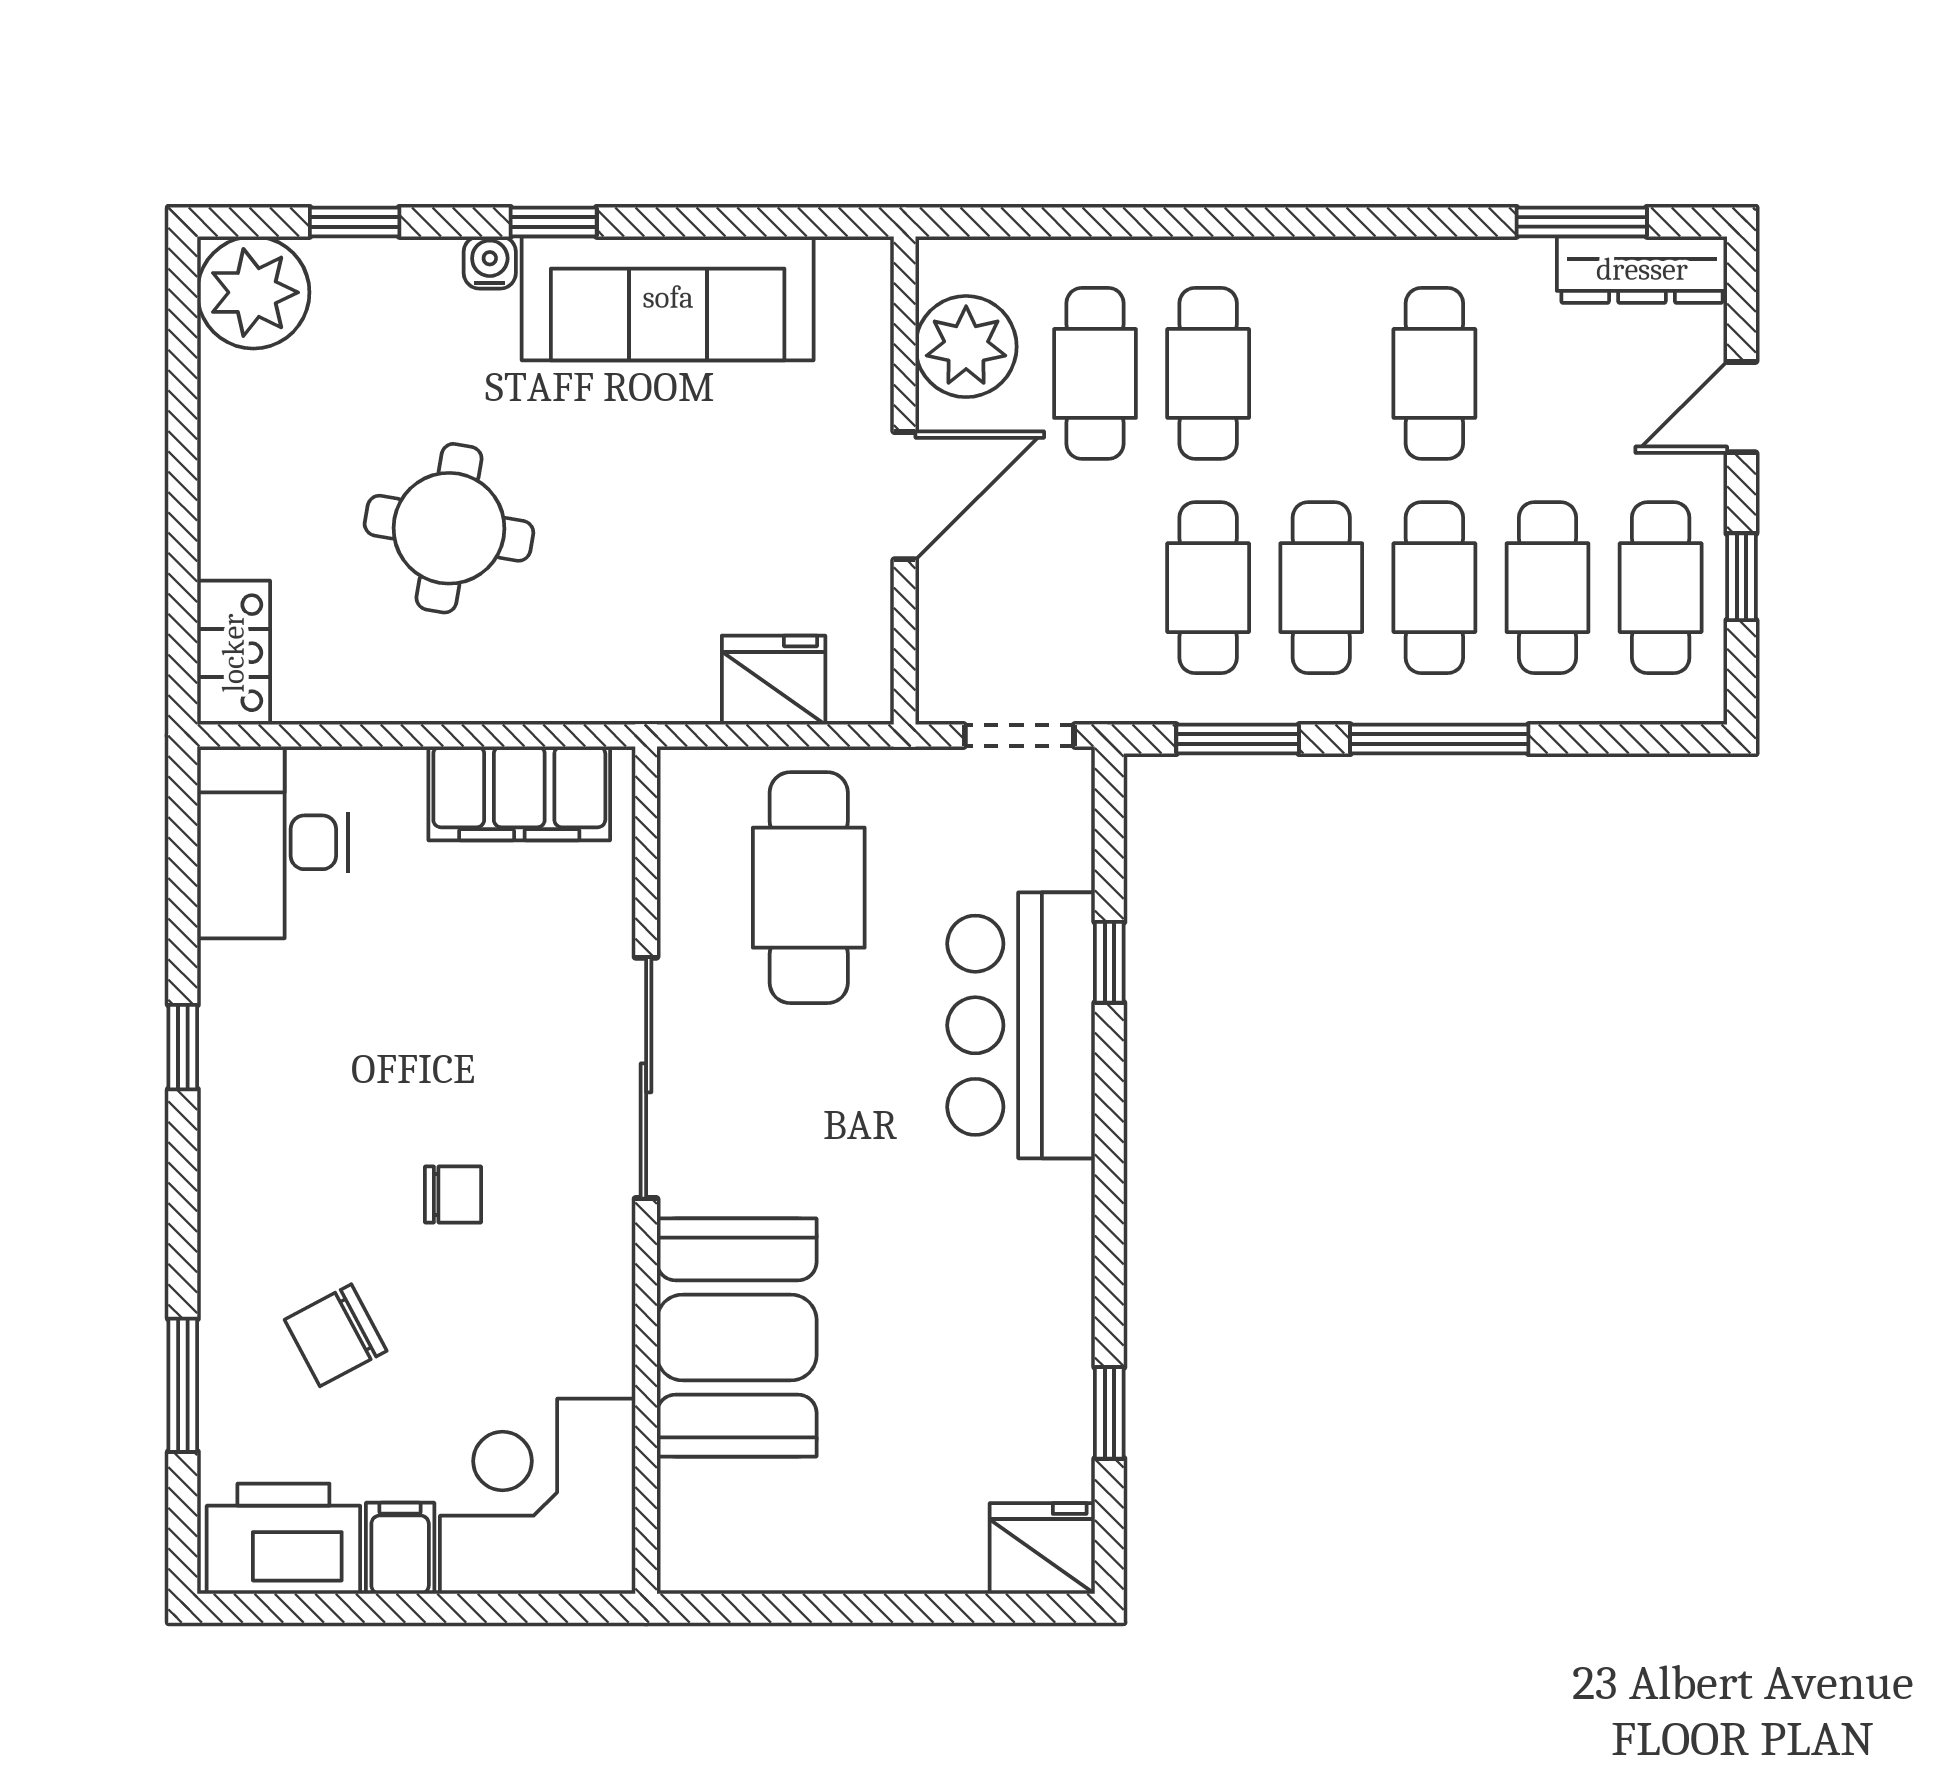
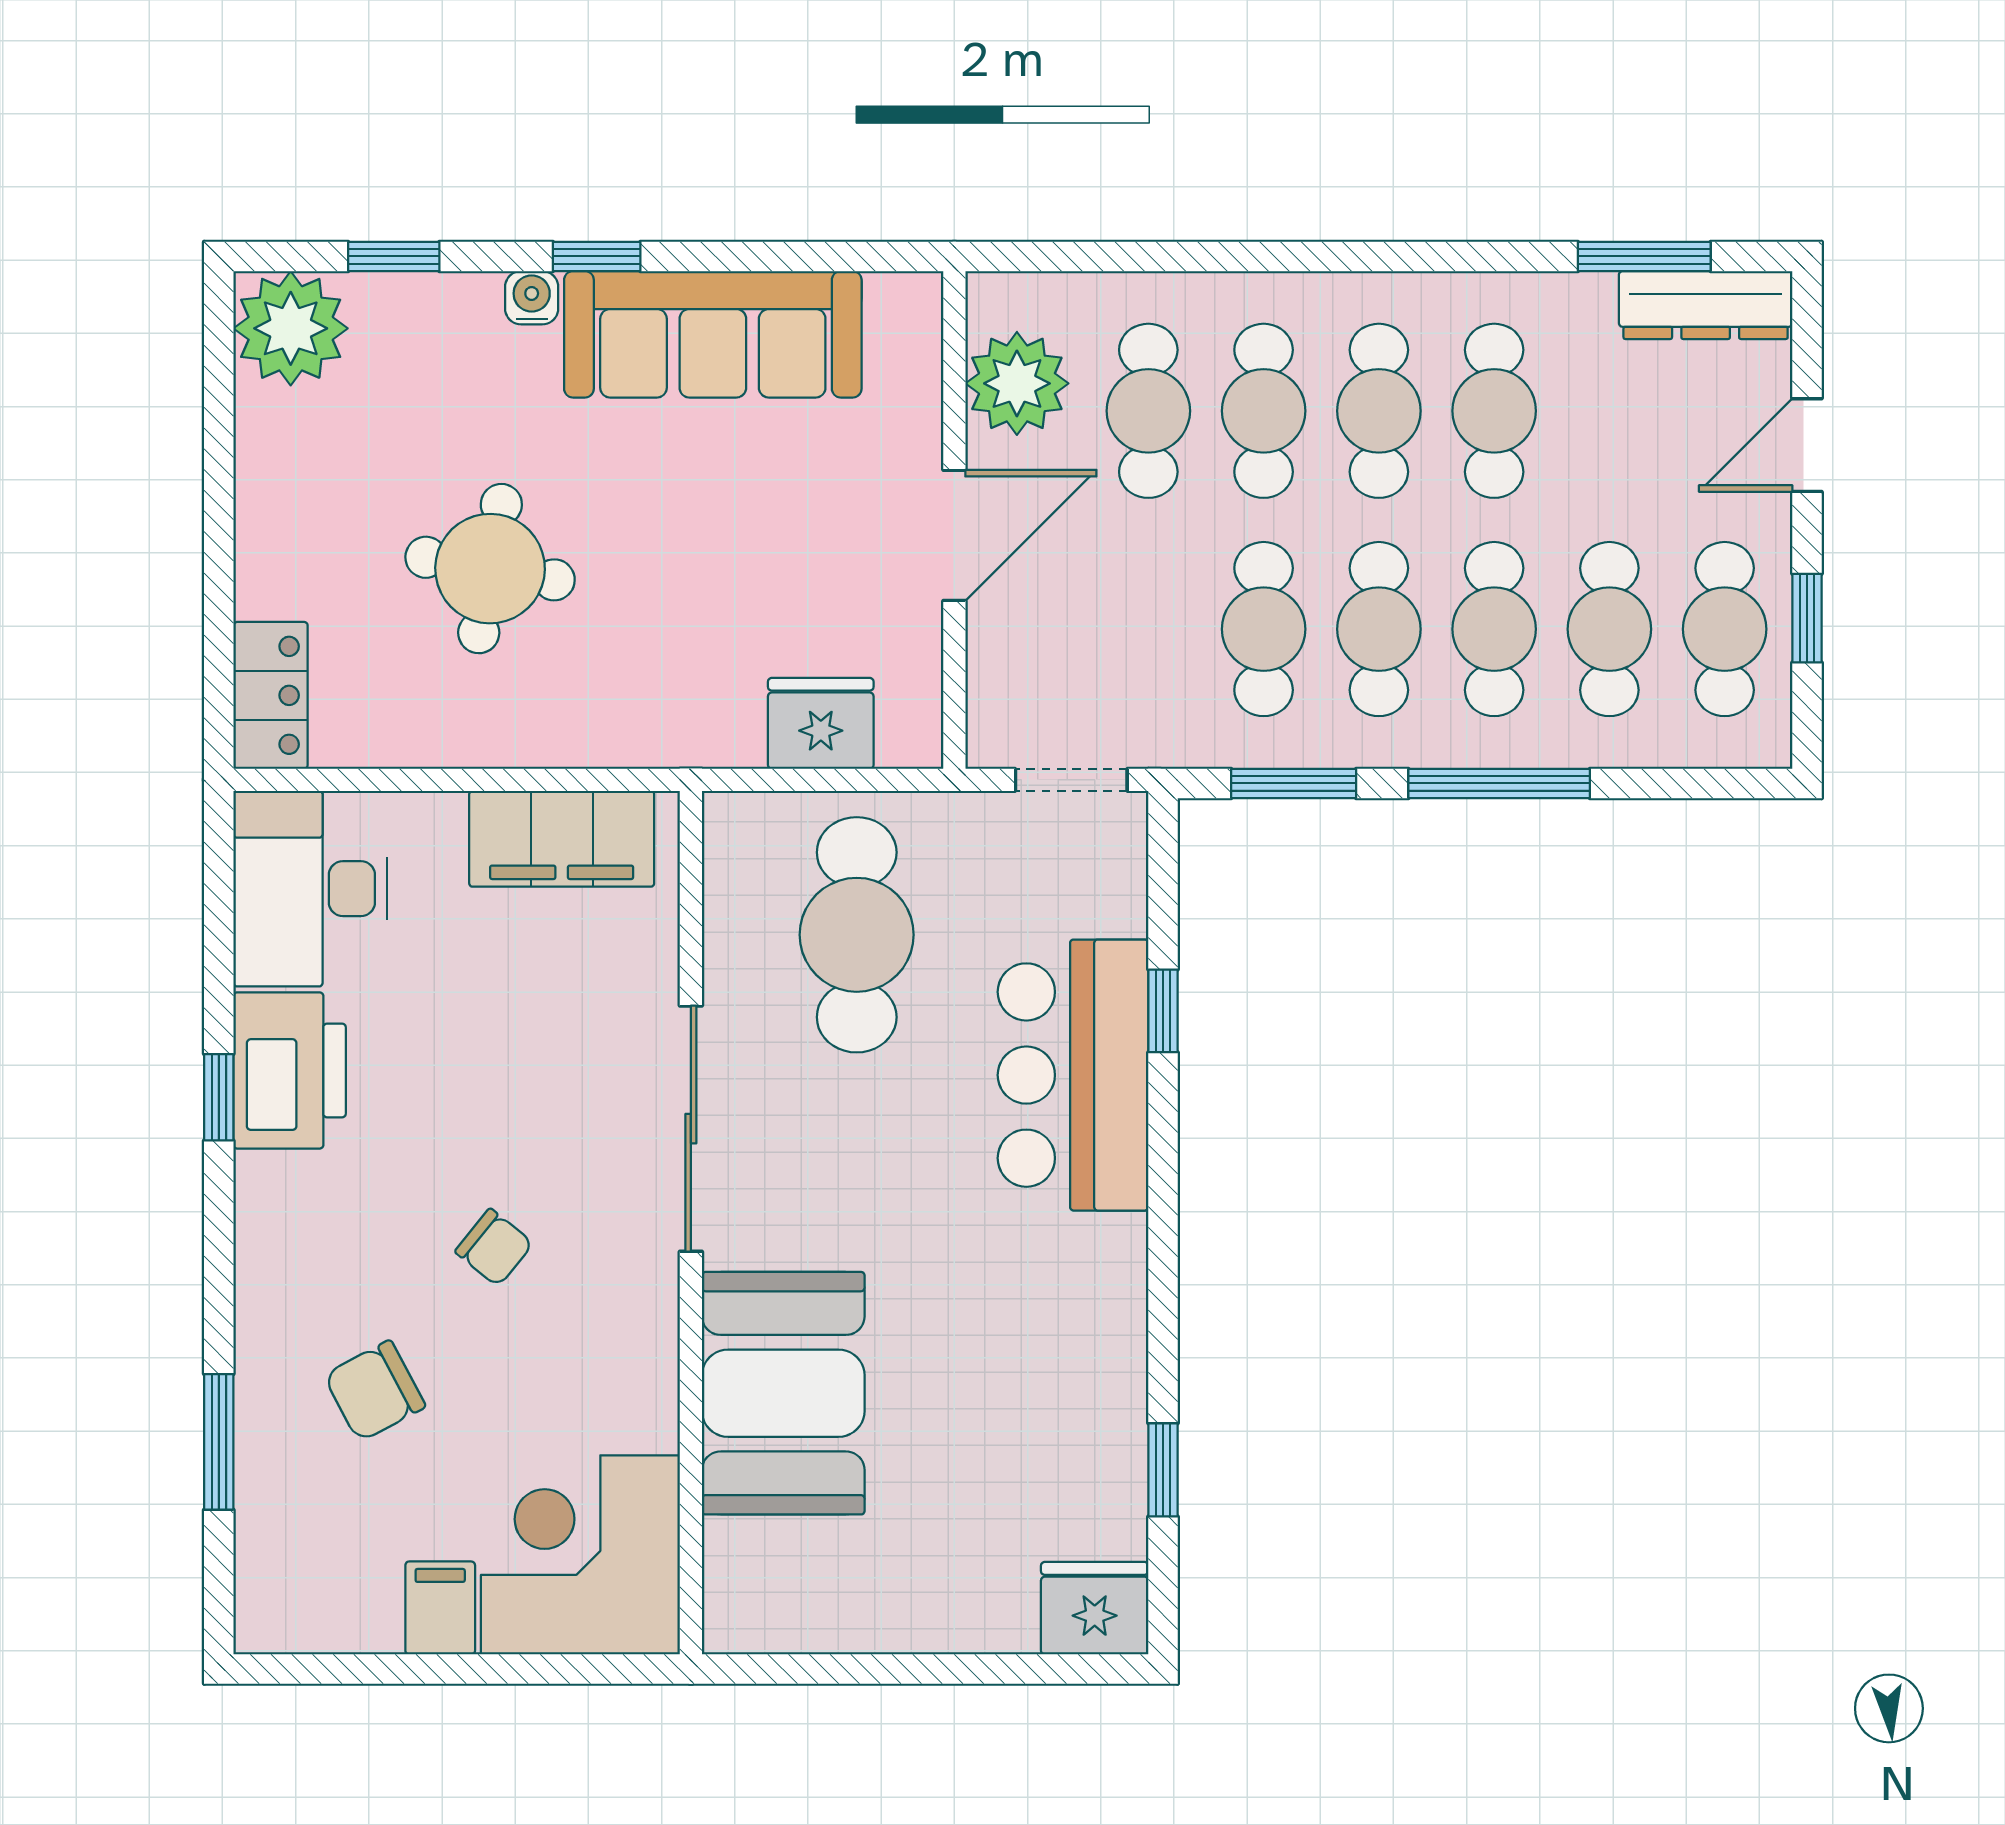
cafe table: (1321, 373) -> (1379, 411), added
chair: (453, 1194) -> (494, 1247), turned 39
printer: (283, 1539) -> (290, 1070), moved, turned 90

